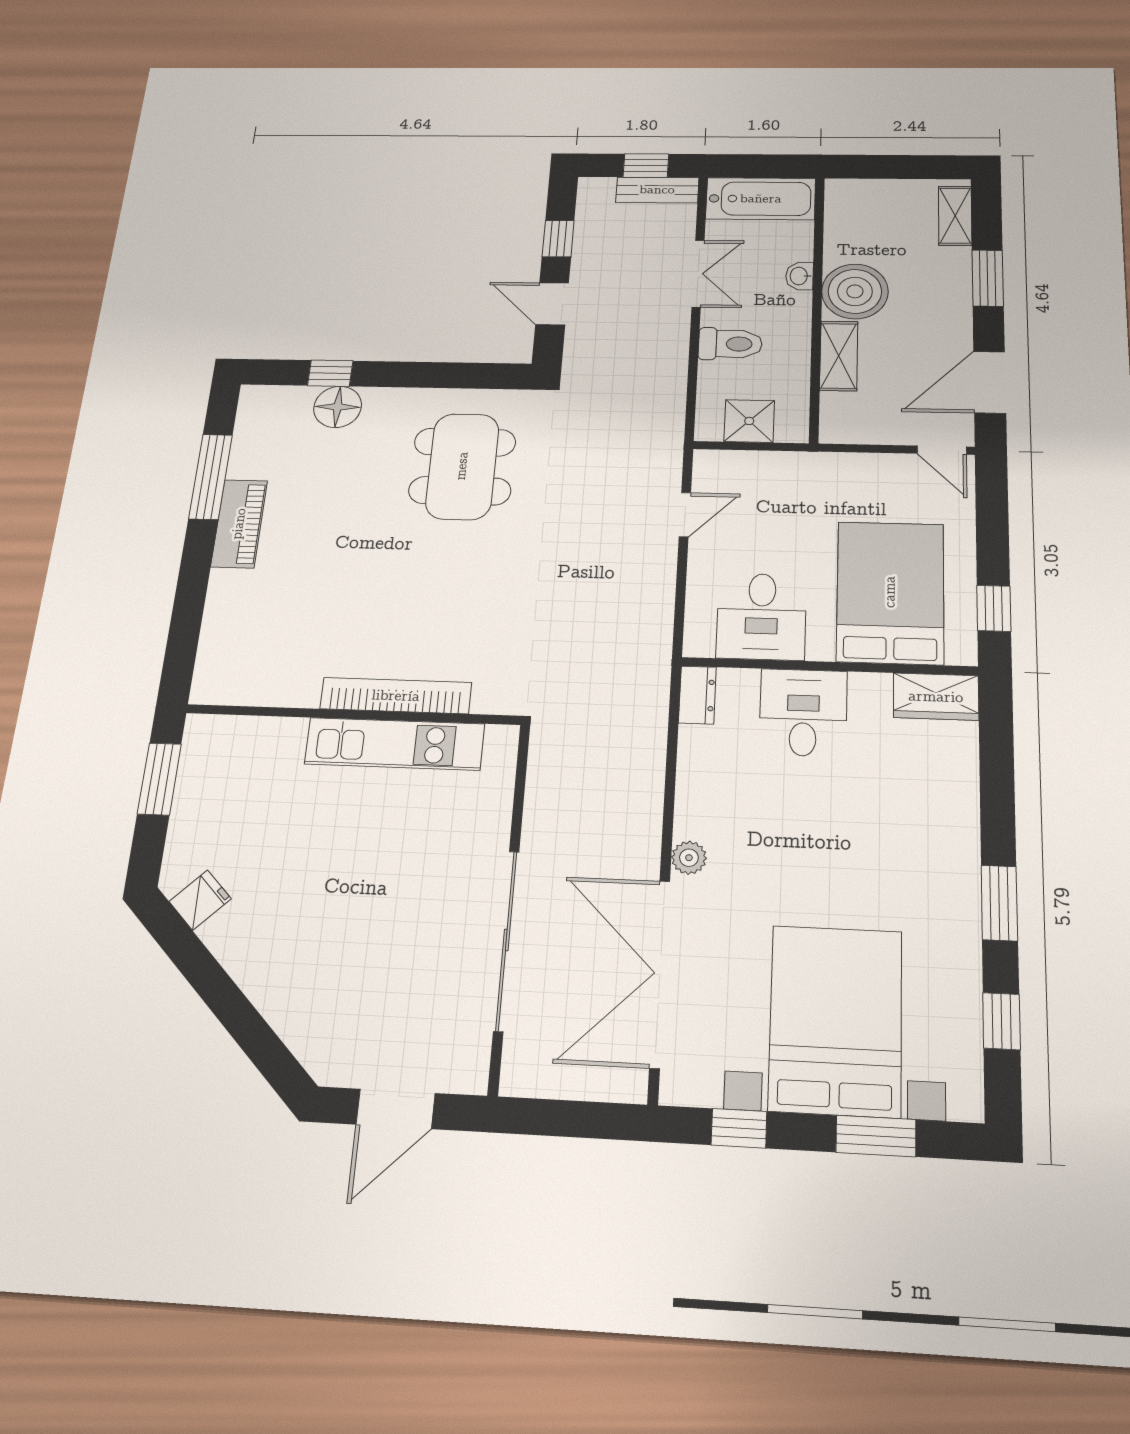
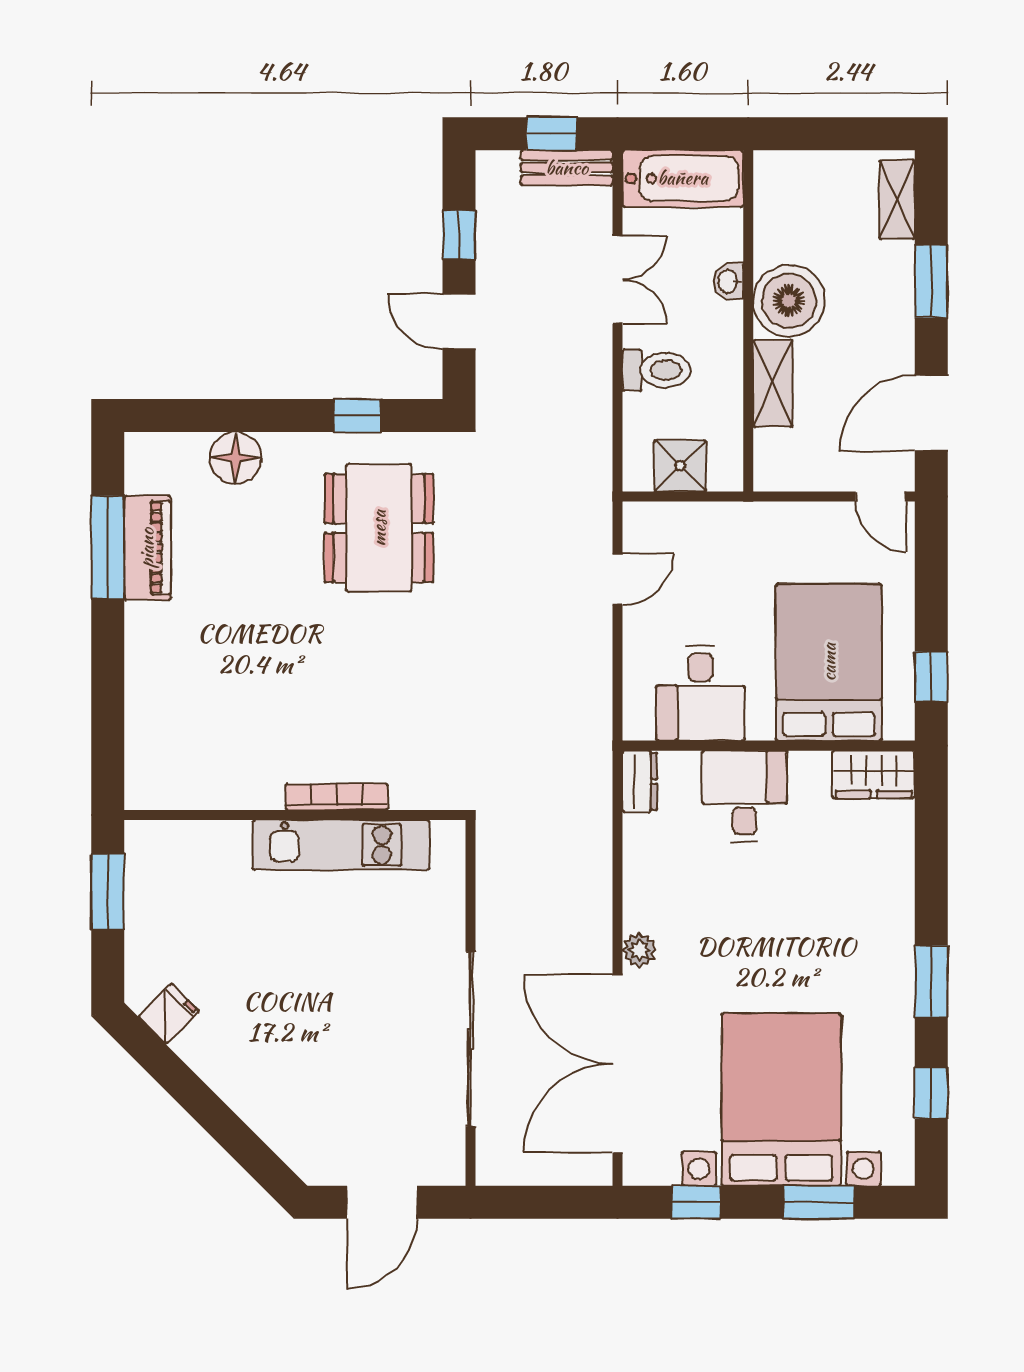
window: (330, 373) -> (357, 416), moved
piano: (239, 524) -> (147, 548), moved
bookcase: (396, 696) -> (337, 797), width x0.68, depth x0.76

